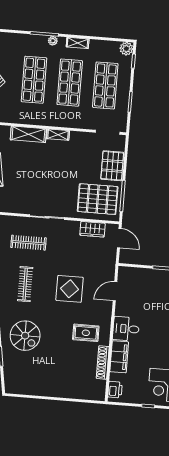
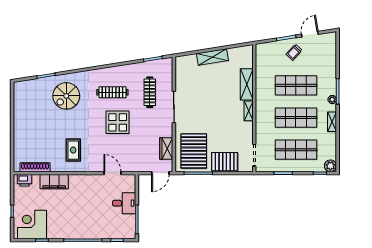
display table: (70, 289) -> (118, 122), moved
desk: (126, 329) -> (124, 203), moved, turned 90
shoe rack: (103, 362) -> (35, 167), moved

